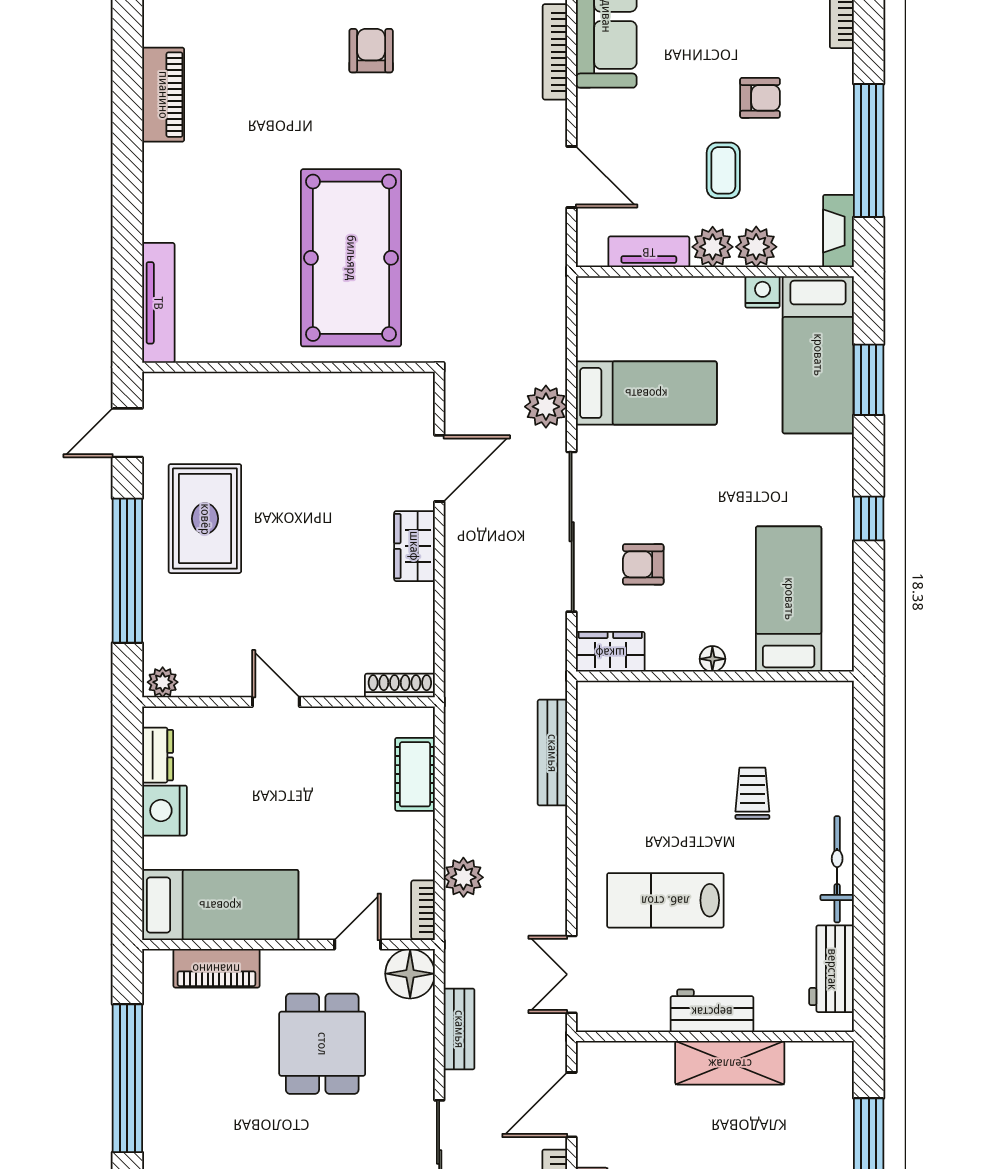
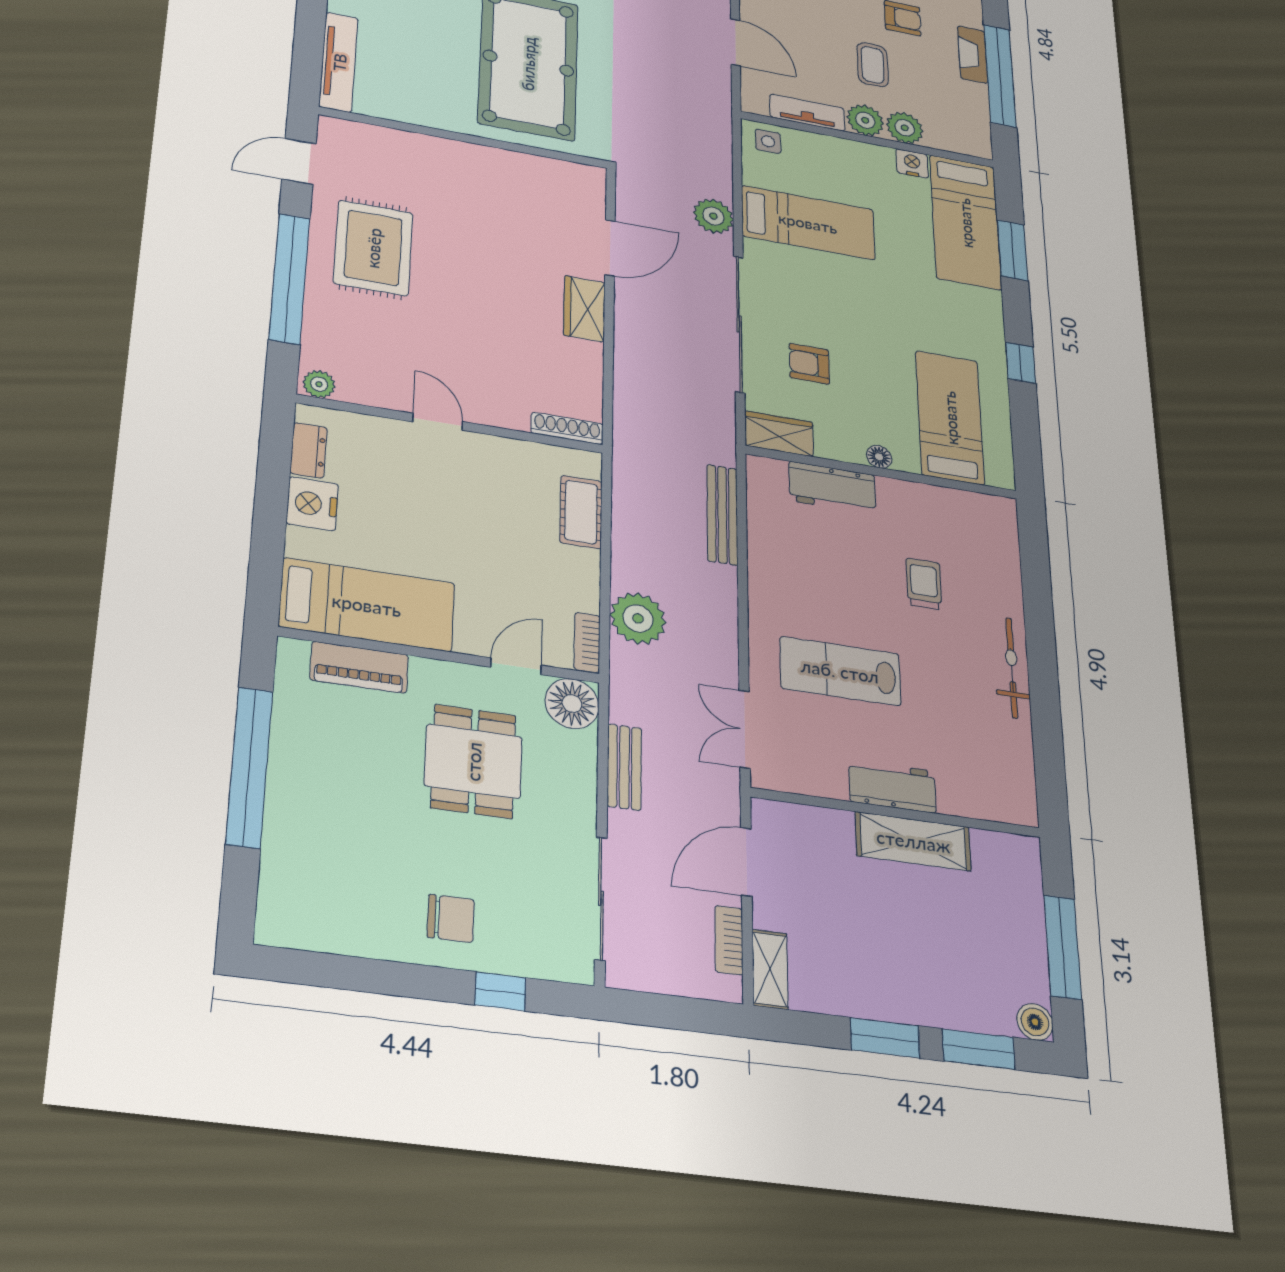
fireplace: (839, 231) -> (973, 55), moved
side table: (605, 299) -> (768, 141), added
plant: (463, 877) -> (638, 618), width x1.36, depth x1.36
workbench: (832, 969) -> (832, 488), moved, turned -90

